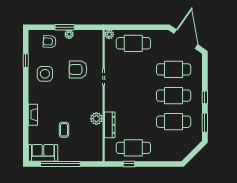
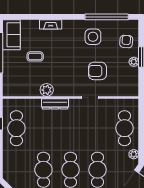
plant: (109, 34) -> (134, 154), moved
window: (26, 61) -> (107, 17), width x3.17
armchair: (78, 69) -> (97, 71), turned -90
dresser: (110, 125) -> (55, 104), moved

